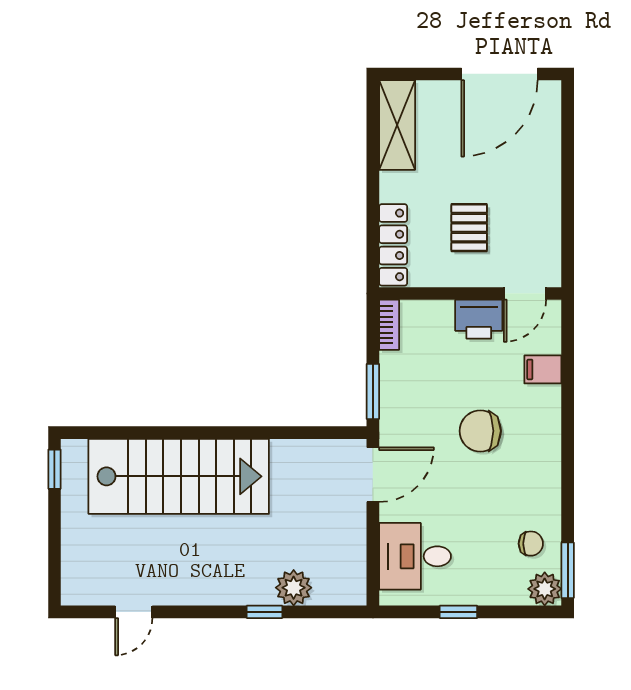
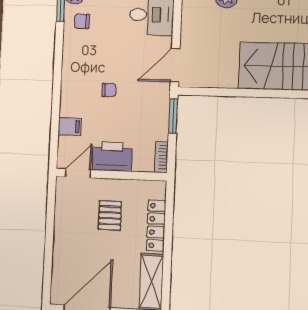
locker: (393, 245) -> (156, 226), moved
printer: (479, 319) -> (112, 156), width x1.37, depth x1.19
chair: (480, 431) -> (109, 90), width x0.54, depth x0.54

